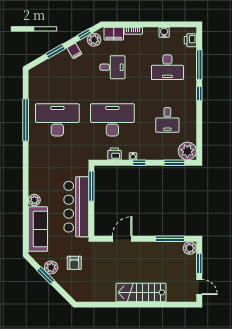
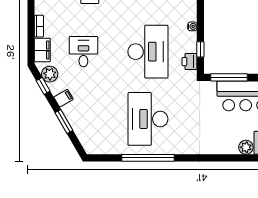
desk: (112, 120) -> (148, 52), turned 180
printer: (114, 154) -> (190, 62), moved
window: (139, 163) -> (200, 49), moved

